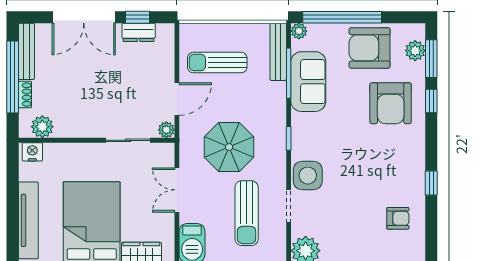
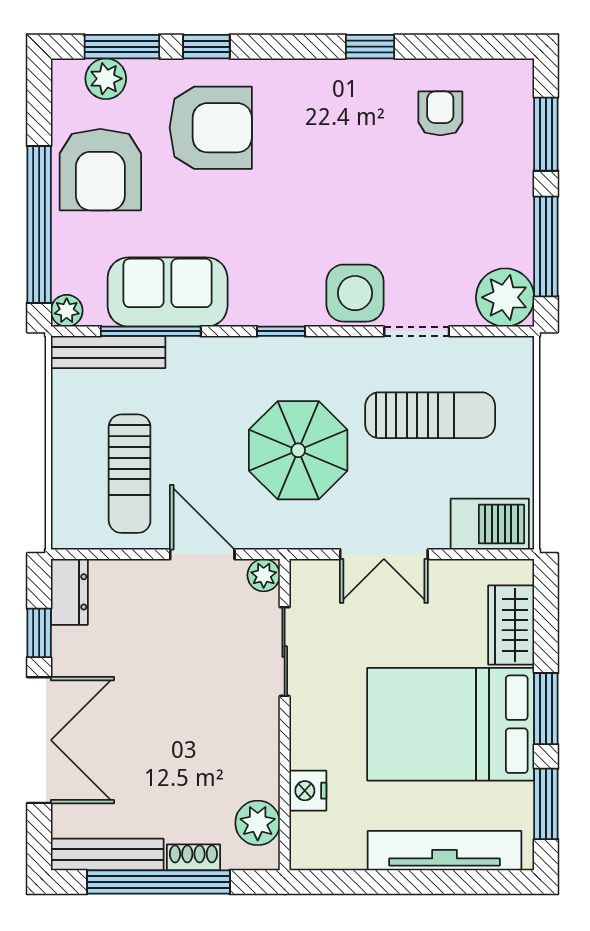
dresser: (139, 32) -> (69, 592), moved
nightstand: (32, 152) -> (308, 791), moved

